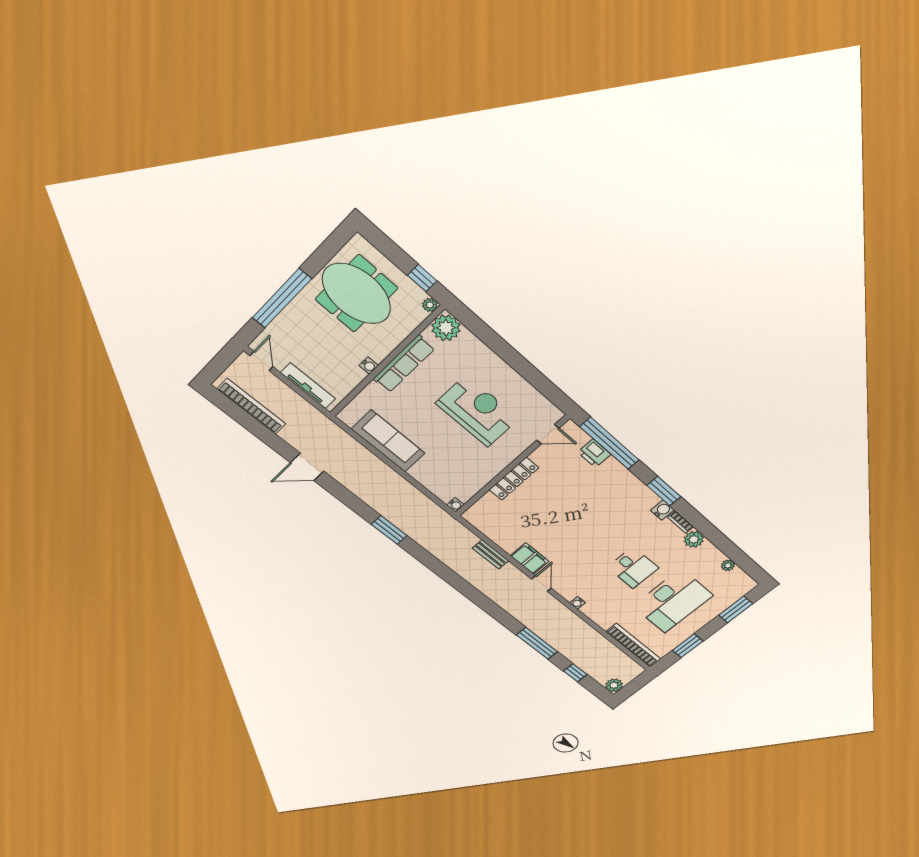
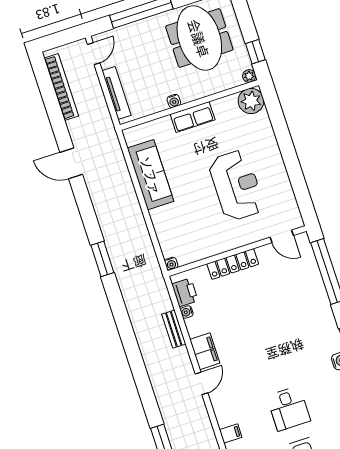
row of seats: (404, 364) -> (193, 117), width x0.68
printer: (594, 453) -> (185, 292), moved, turned 180
water cooler: (578, 603) -> (187, 312), moved
filing cabinet: (590, 608) -> (231, 434), added

